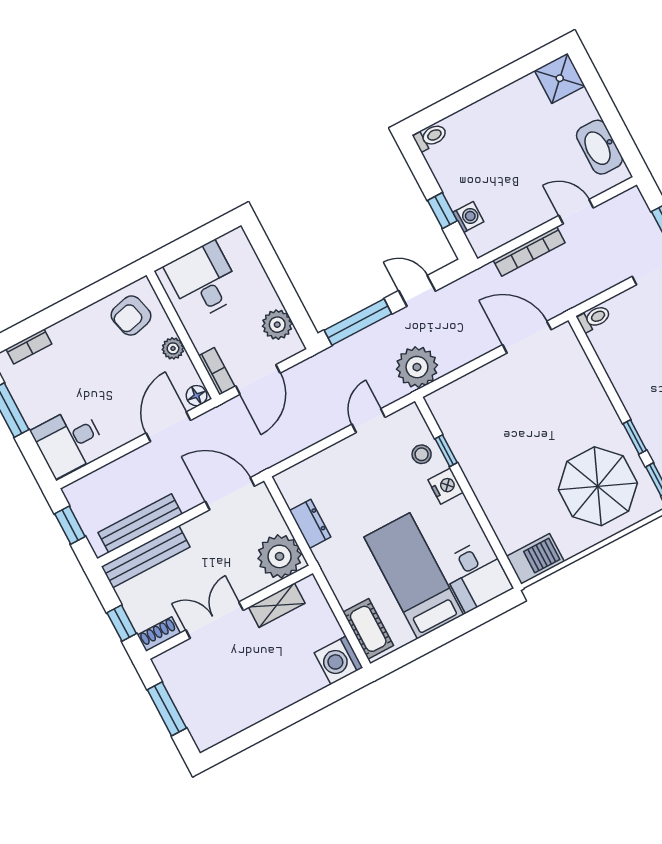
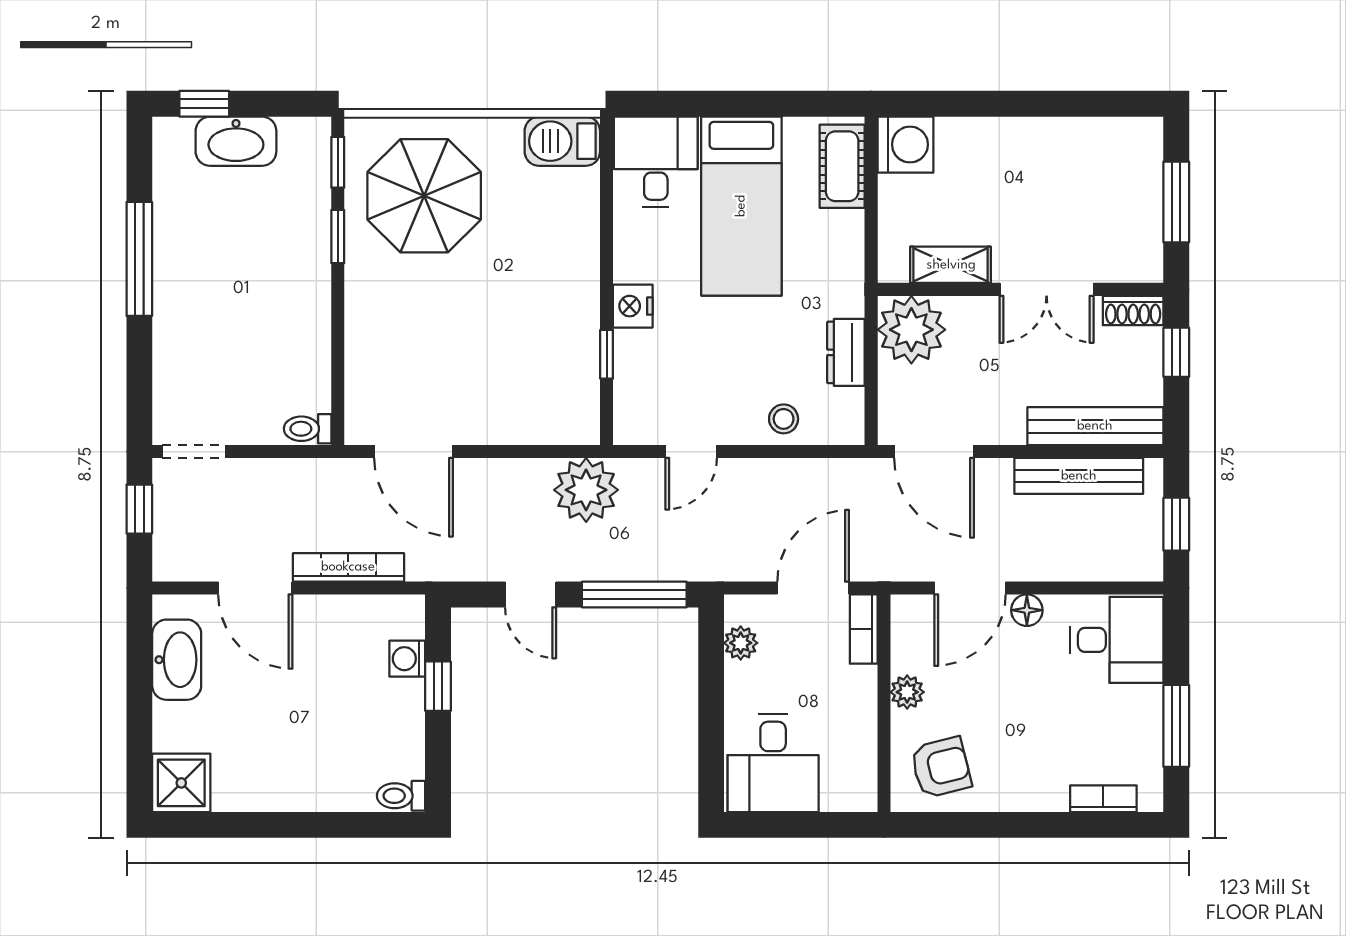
door: (576, 212) -> (255, 588), width x1.37
desk: (203, 281) -> (773, 763), moved
plant: (277, 325) -> (741, 643), width x0.73, depth x0.73
floor lamp: (197, 396) -> (1027, 610), moved
stool: (422, 454) -> (784, 419), moved

